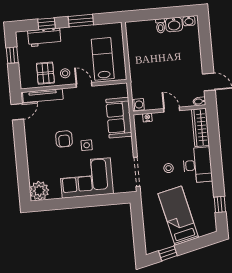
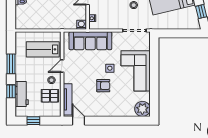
sofa: (119, 118) -> (90, 41), width x1.36

